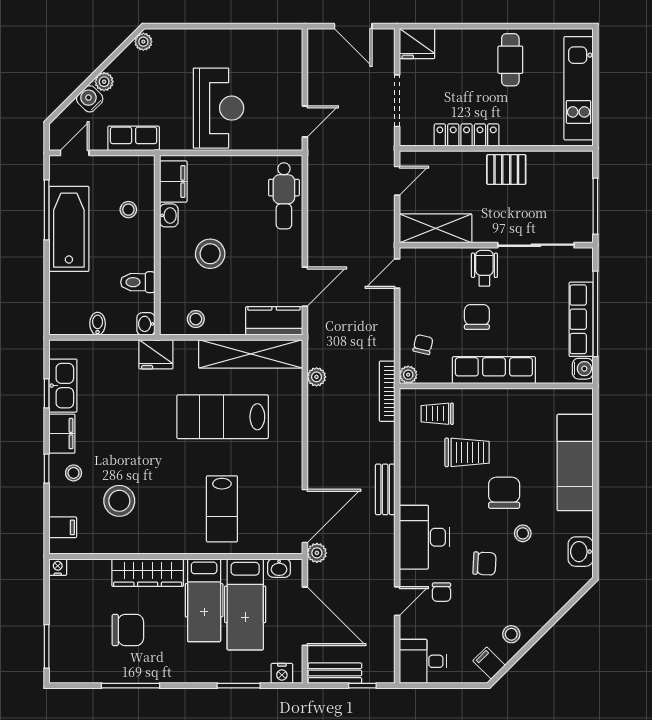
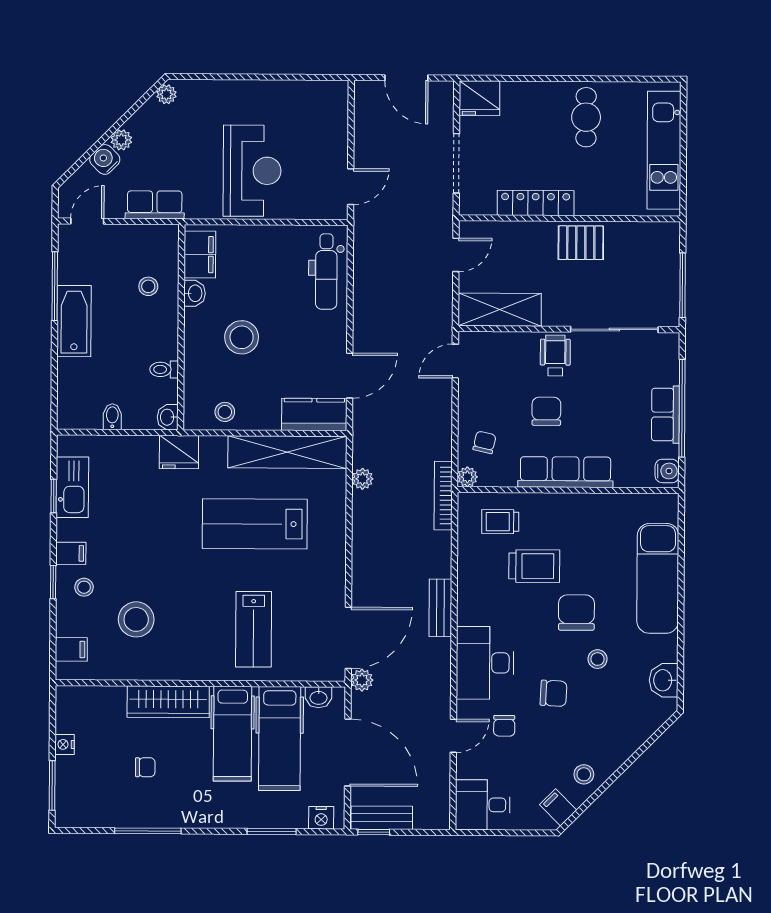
bathtub: (69, 229) -> (74, 321), width x0.73, depth x0.73
toilet: (138, 282) -> (164, 369), width x0.73, depth x0.72
row of seats: (581, 319) -> (665, 415), width x0.68
filing cabinet: (62, 434) -> (71, 553), width x0.50
nightstand: (58, 567) -> (65, 744), moved, turned -90
chair: (128, 630) -> (145, 767), width x0.54, depth x0.54
window: (362, 686) -> (374, 832), moved

